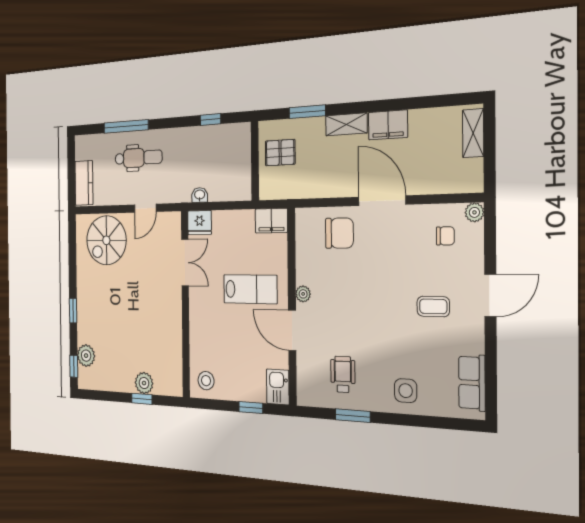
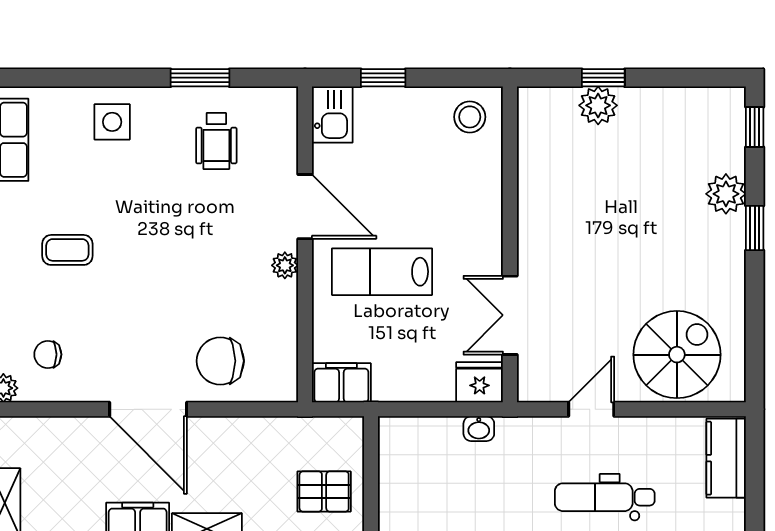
plant: (86, 356) -> (726, 194), moved

